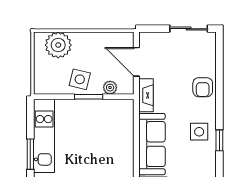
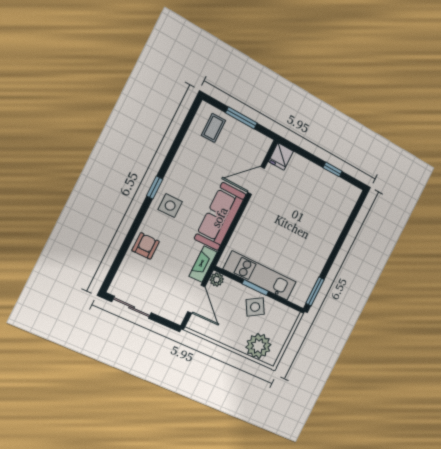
side table: (80, 79) -> (255, 307), turned 45
plant: (110, 88) -> (217, 280), moved
kitchen unit: (44, 136) -> (260, 276), moved, turned 90
window: (30, 154) -> (315, 291), moved

